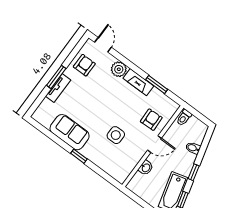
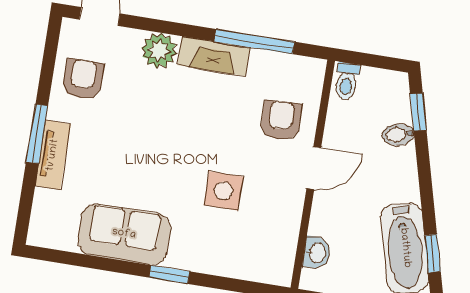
window: (157, 84) -> (254, 42), width x1.44
washbasin: (146, 168) -> (317, 253), moved
window: (194, 172) -> (418, 112), moved

